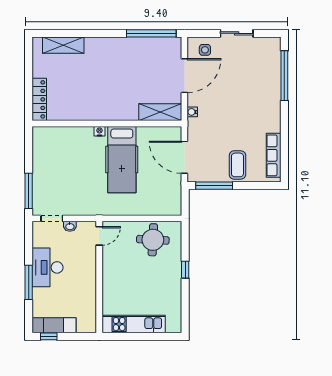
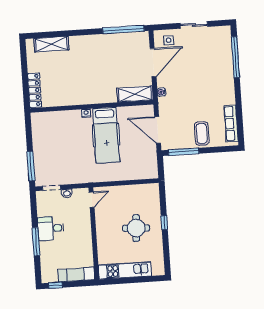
round table: (153, 240) -> (136, 228), moved
desk: (48, 267) -> (51, 228), width x0.73
exam couch: (54, 325) -> (76, 275), moved

